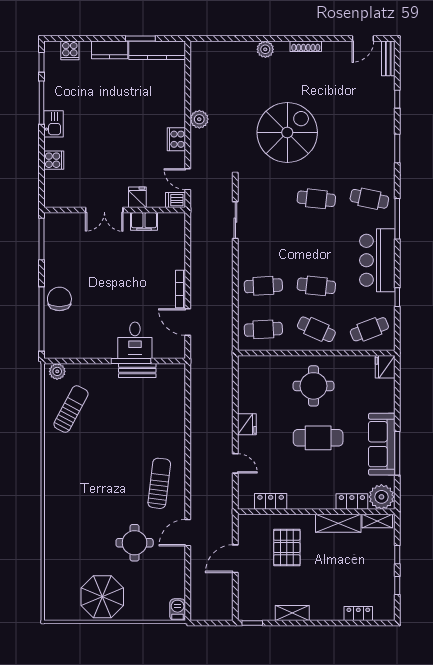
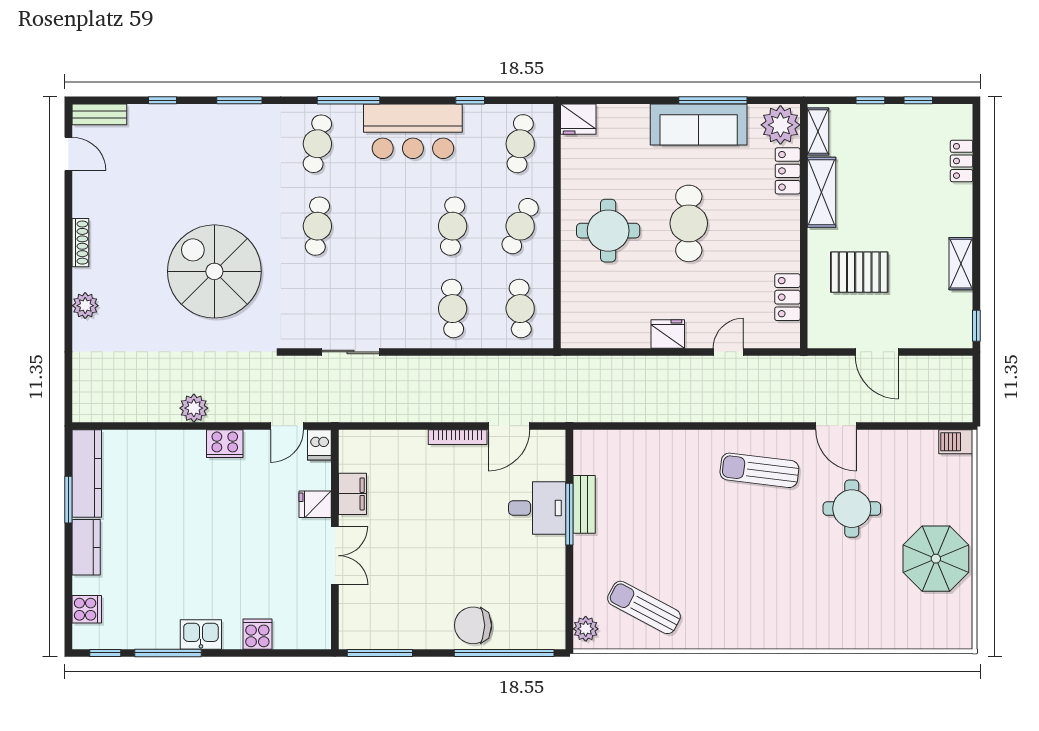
cafe table: (369, 329) -> (520, 144), turned 30

